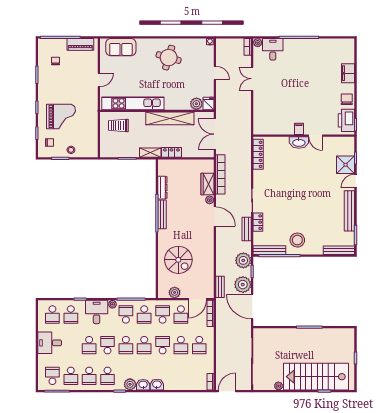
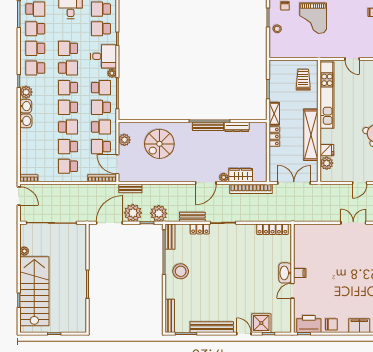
fridge: (209, 103) -> (327, 150), moved
bench: (269, 250) -> (170, 237), width x0.73

